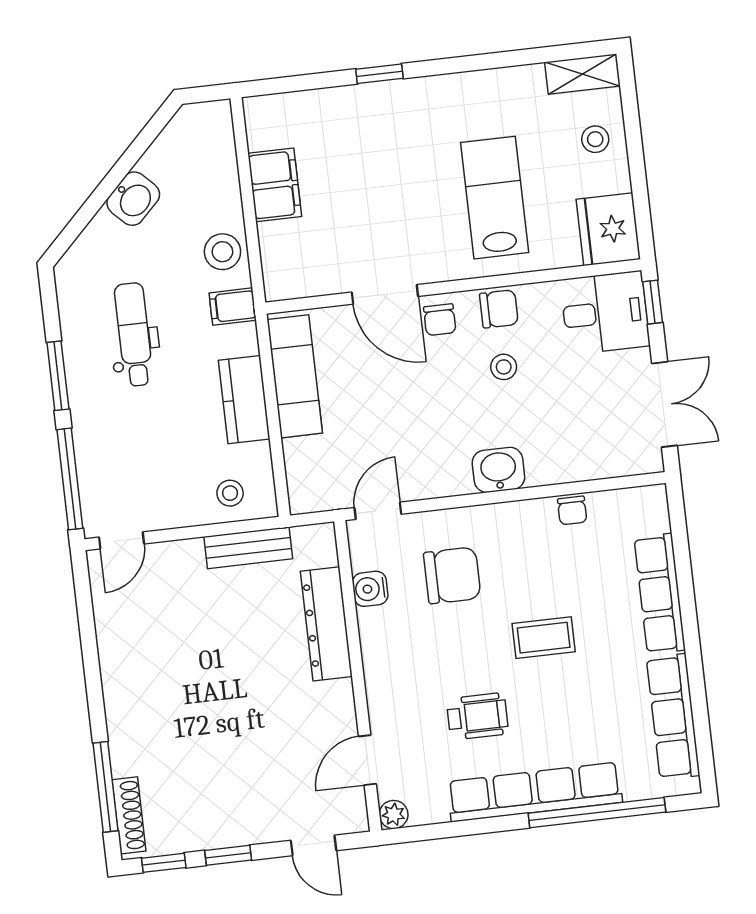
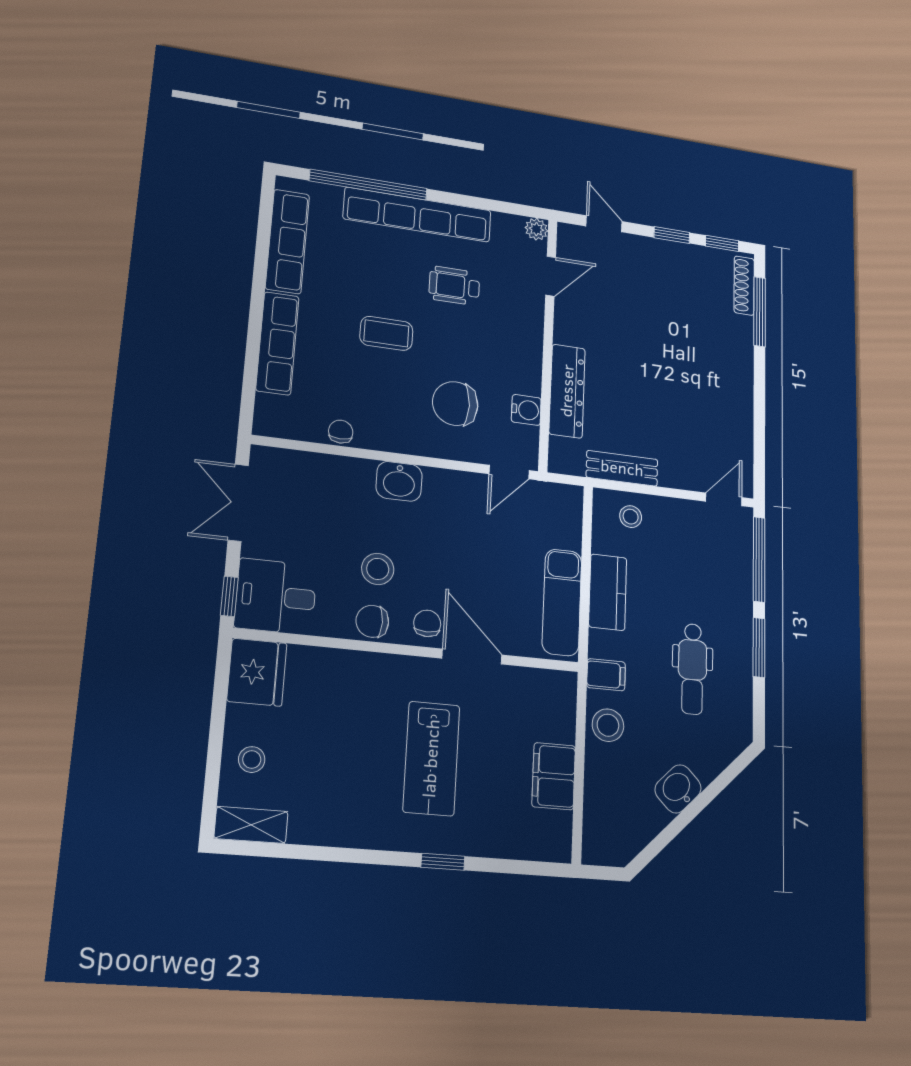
lab bench: (495, 198) -> (431, 758), moved
stool: (504, 367) -> (378, 569), width x1.37, depth x1.37

